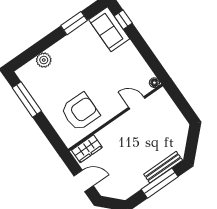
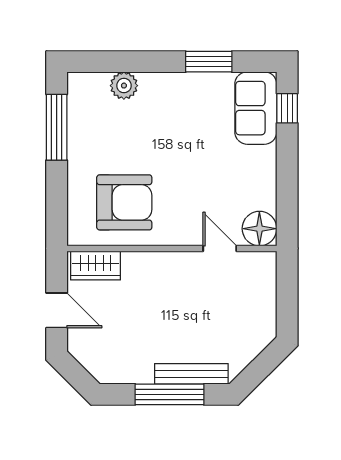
floor lamp: (154, 83) -> (259, 229), width x1.89, depth x1.89

